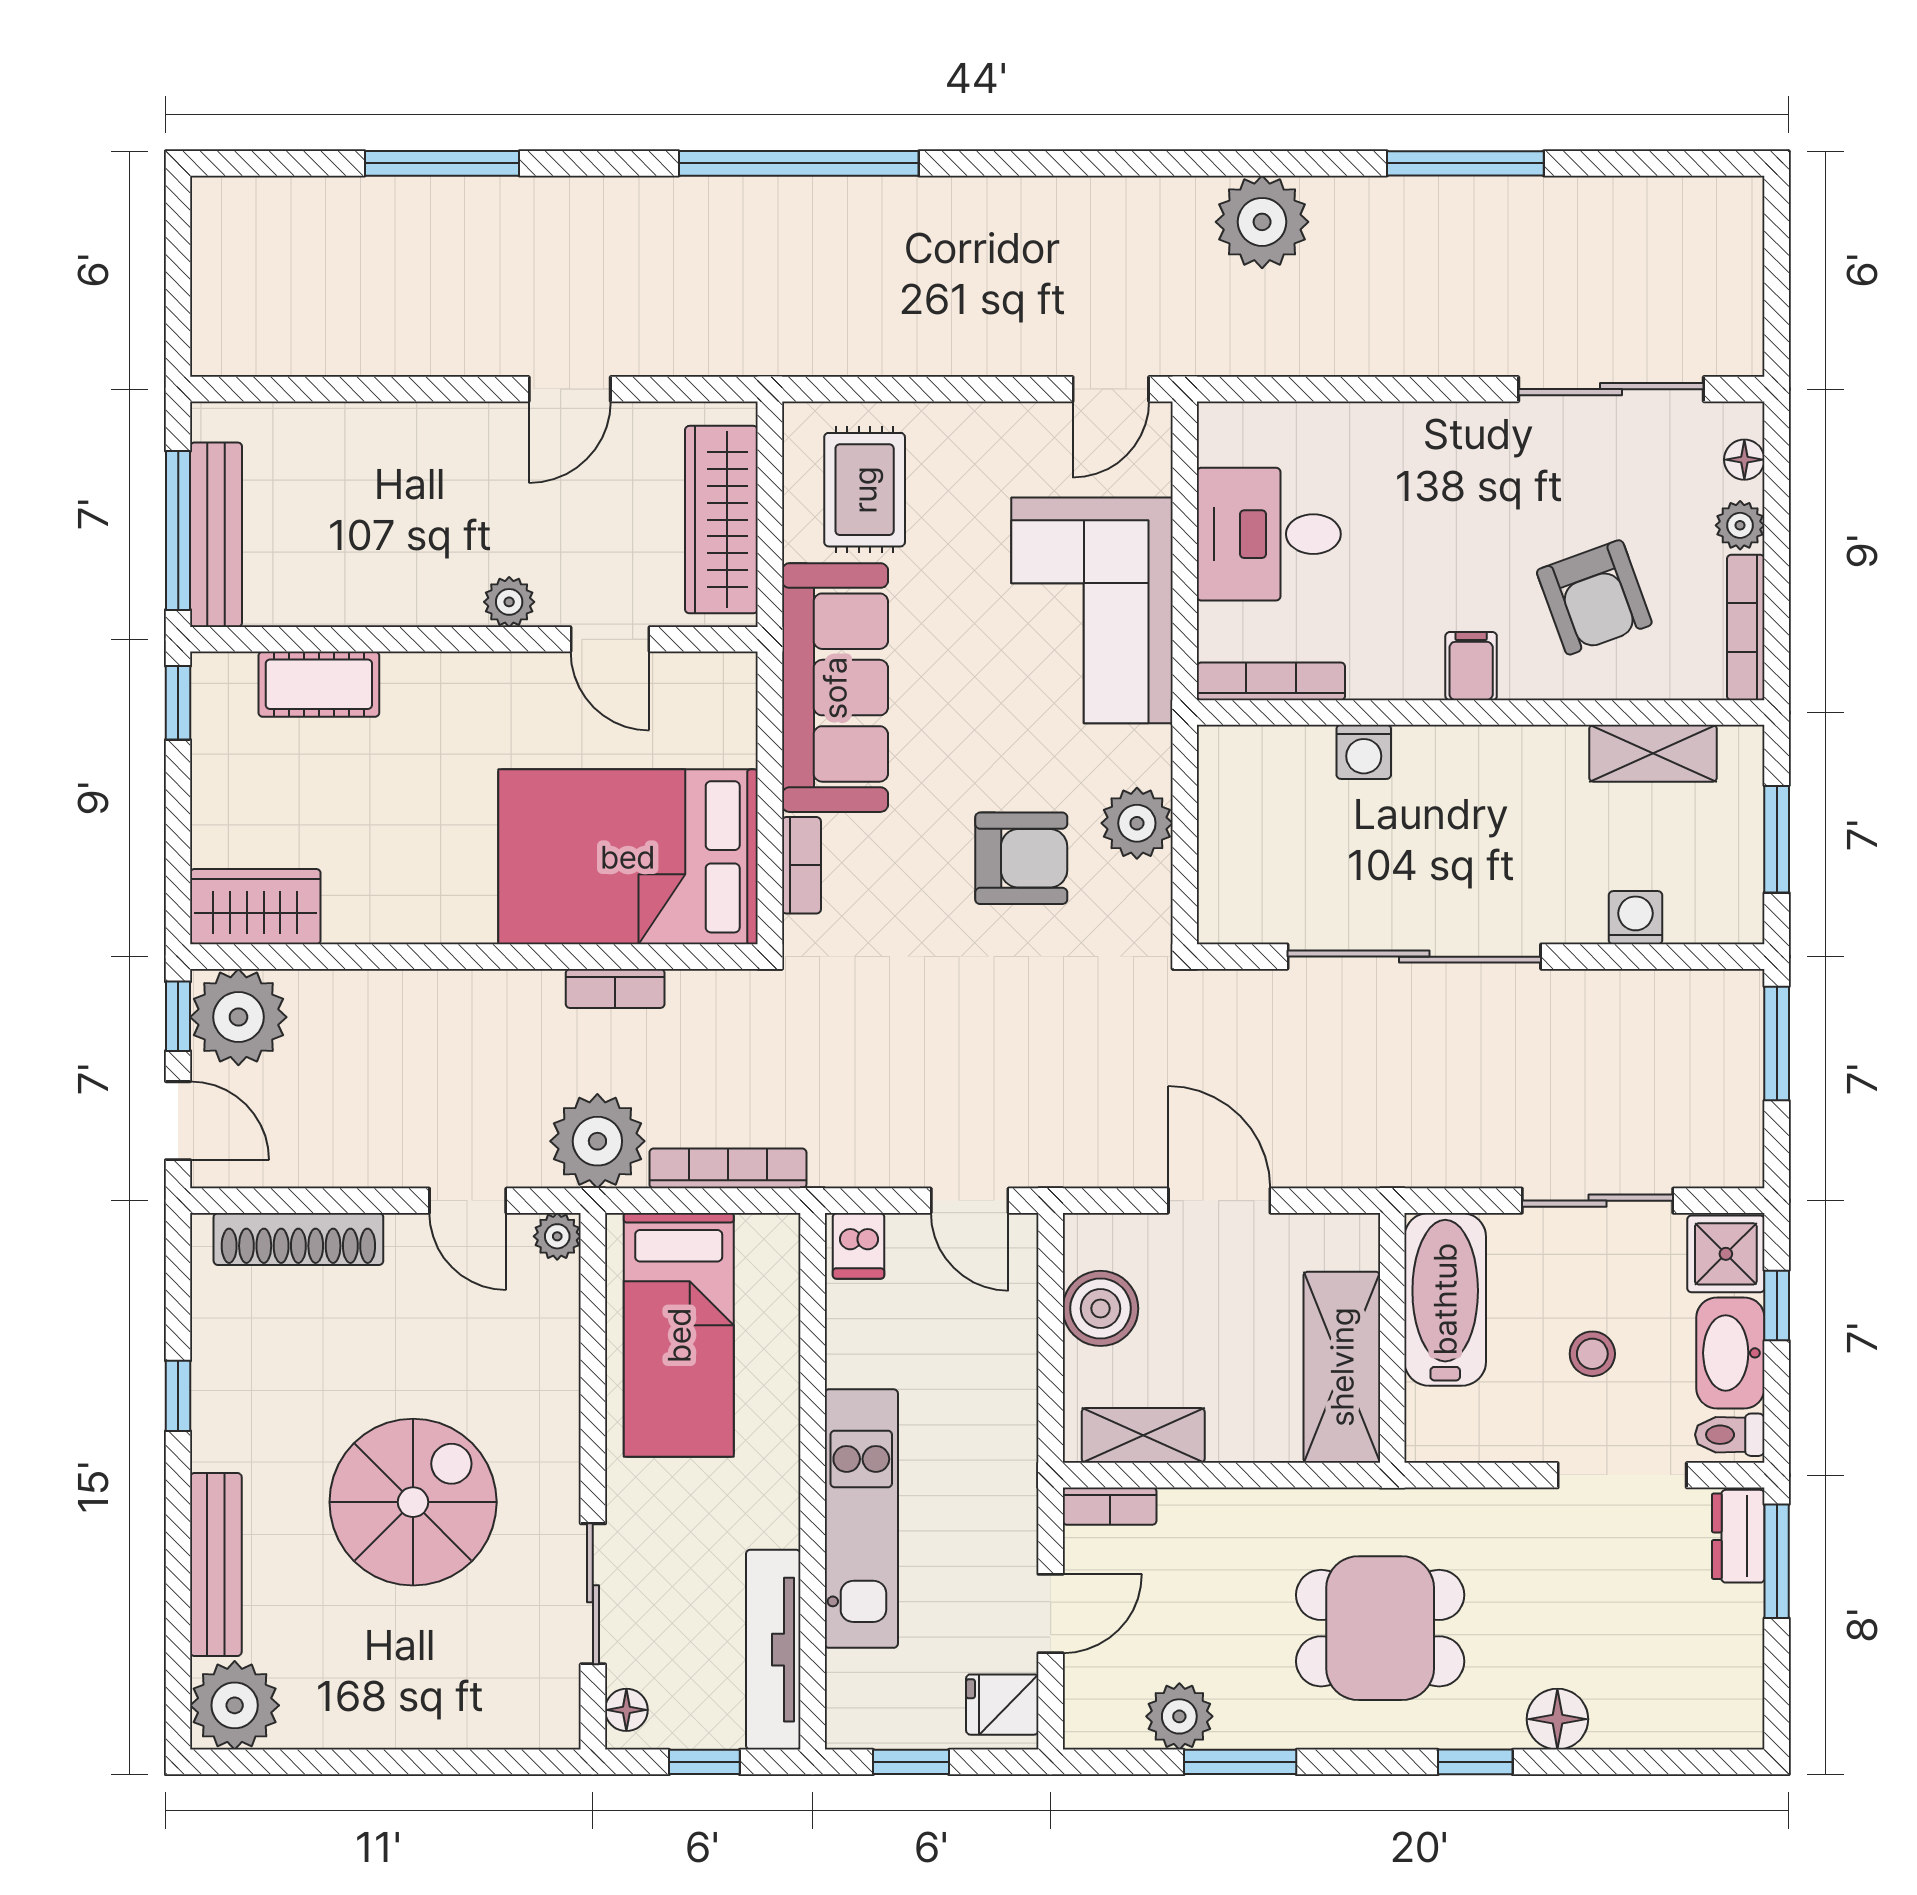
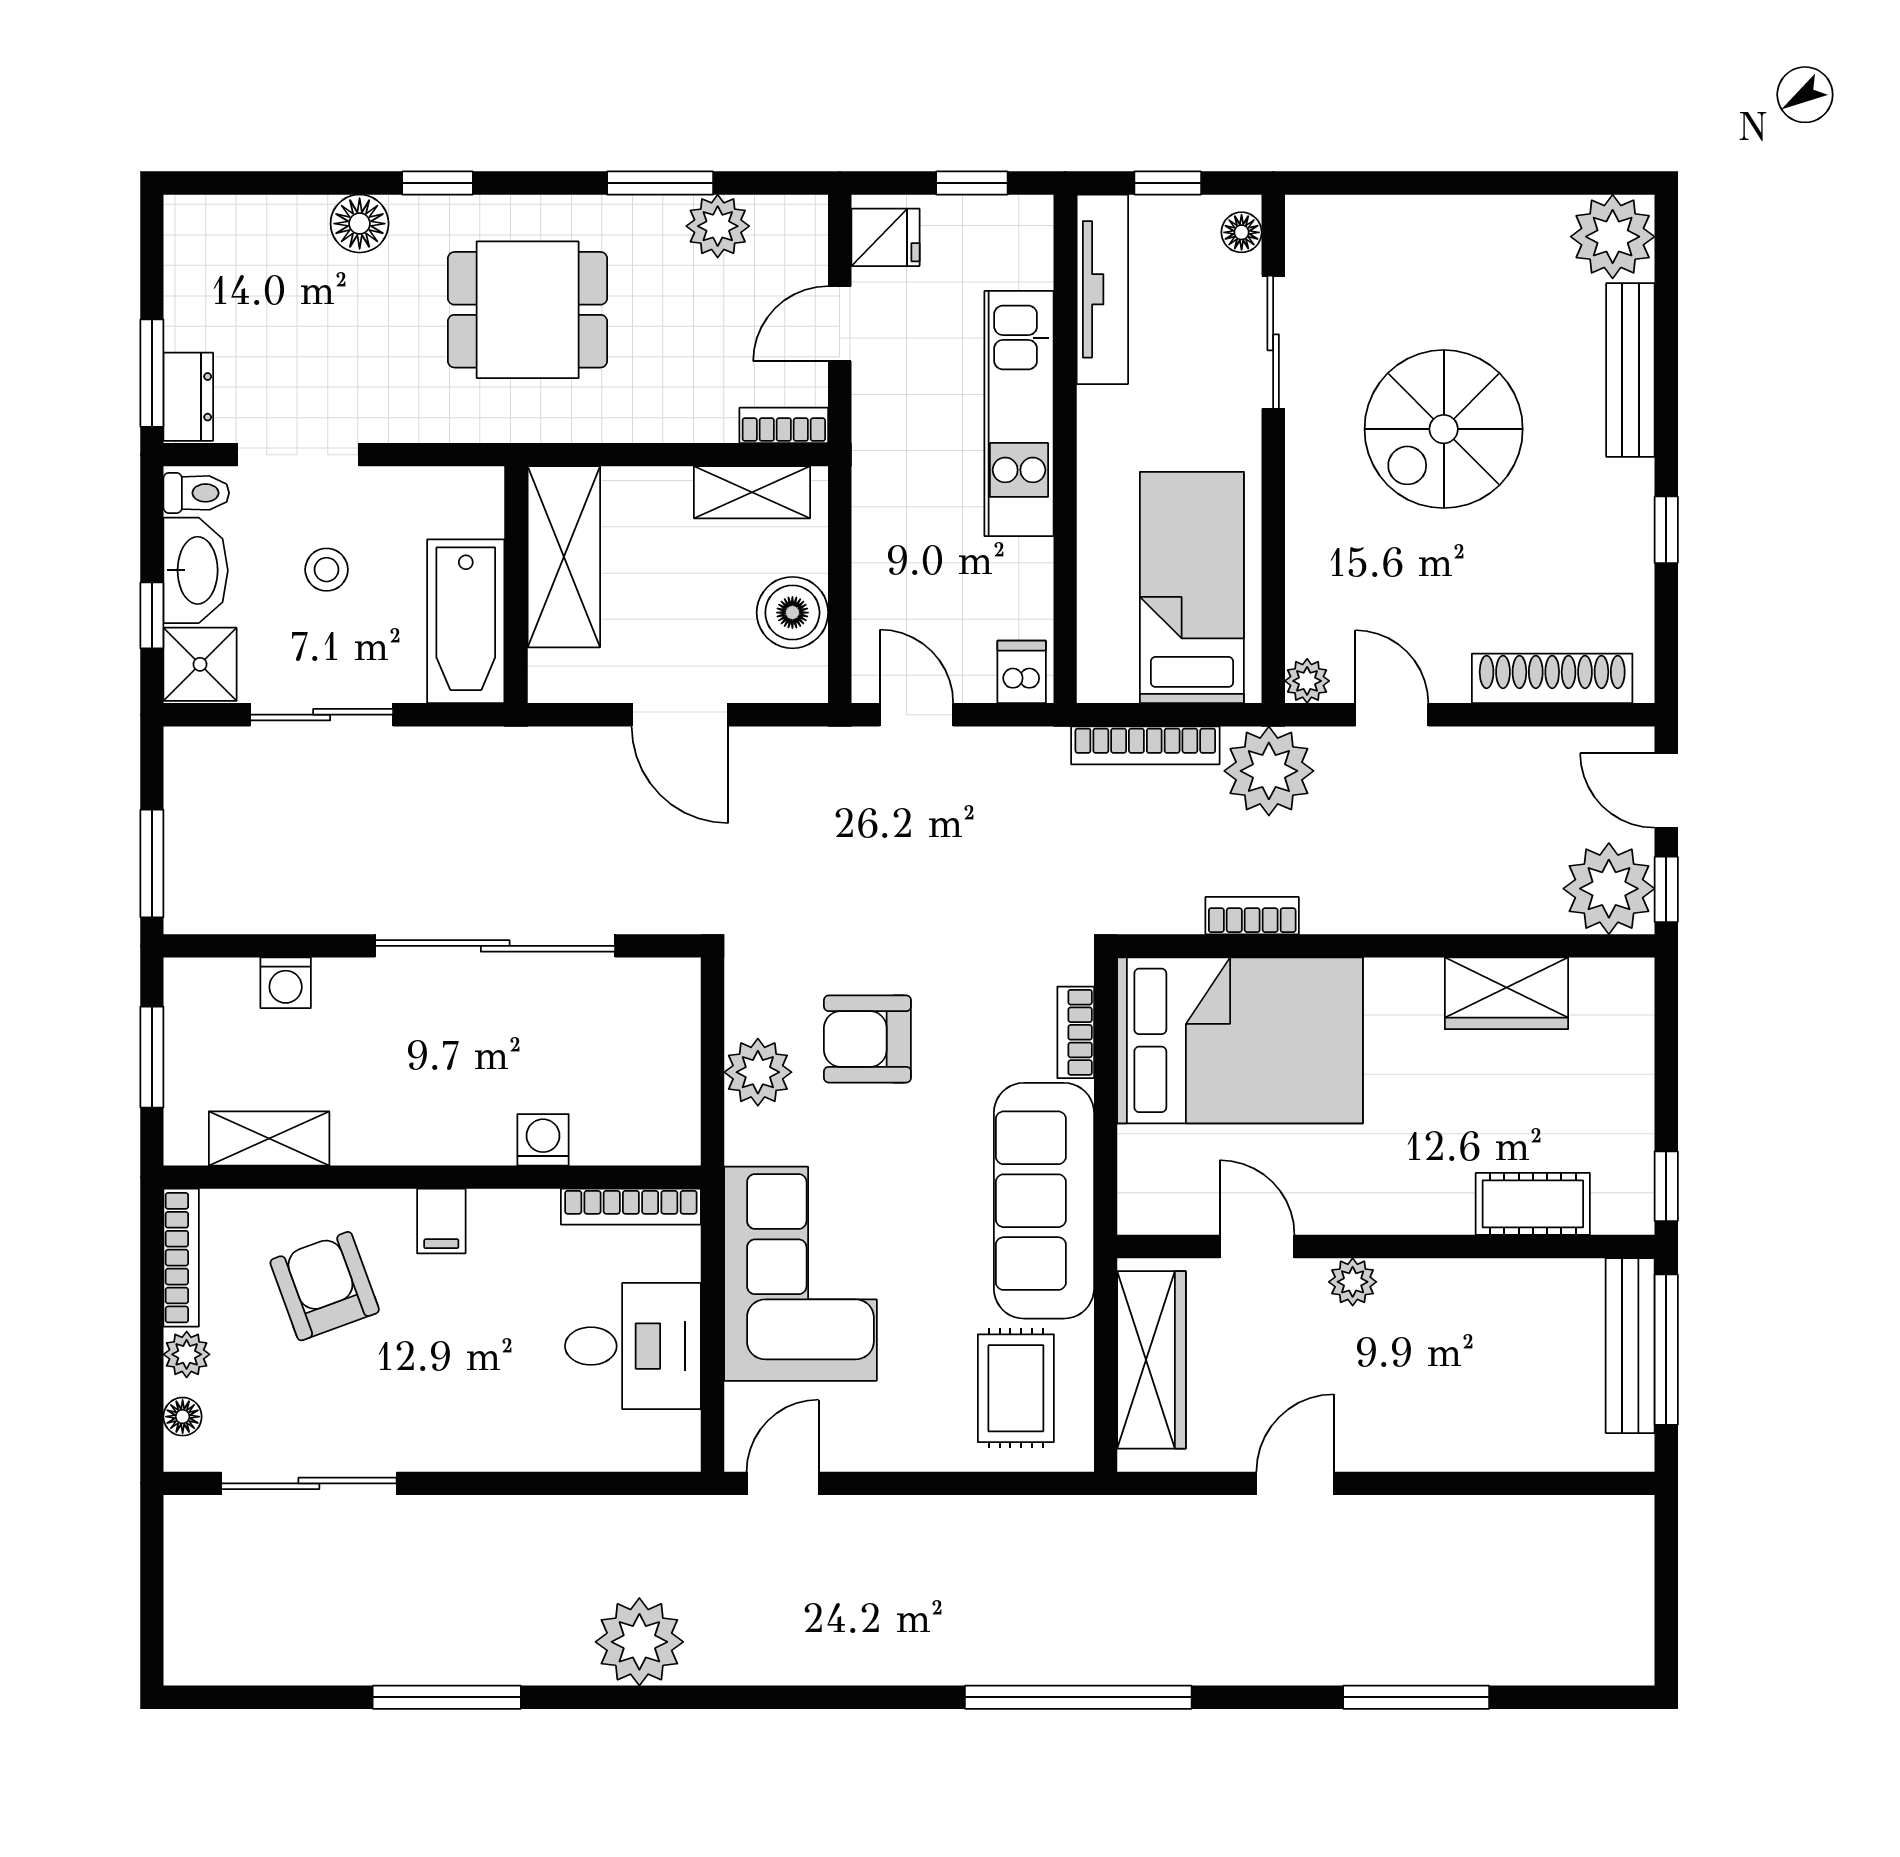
wardrobe: (255, 907) -> (1507, 993), moved

